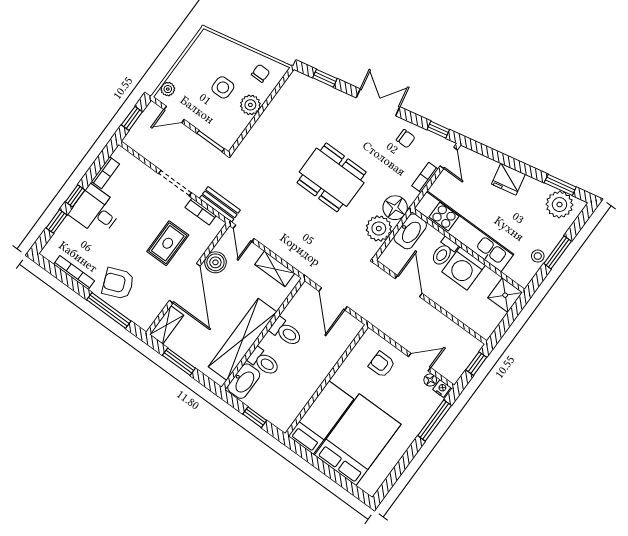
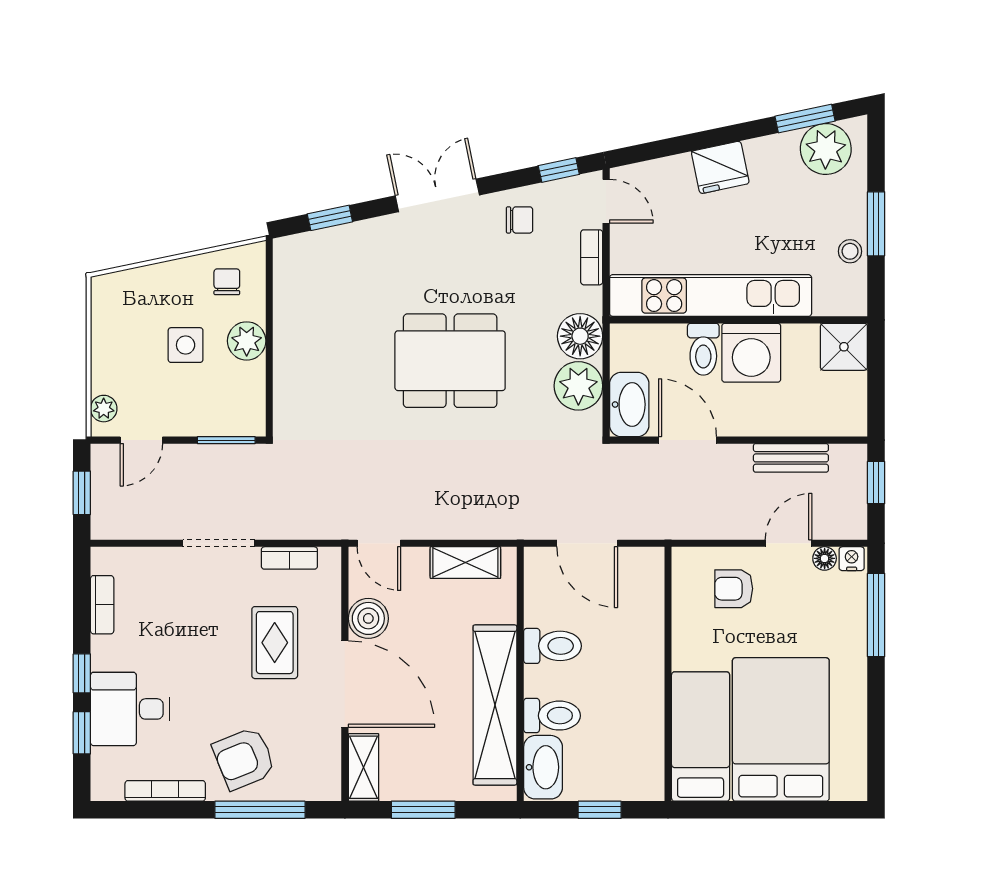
bench: (220, 204) -> (791, 458), moved
desk: (96, 211) -> (130, 709), moved
washbasin: (410, 231) -> (629, 404), moved

